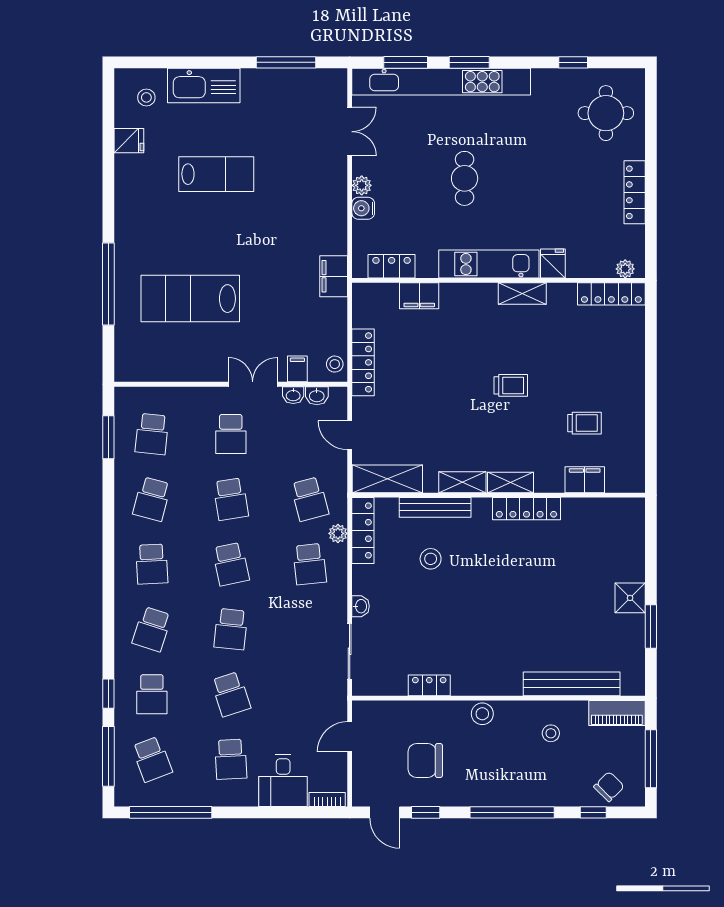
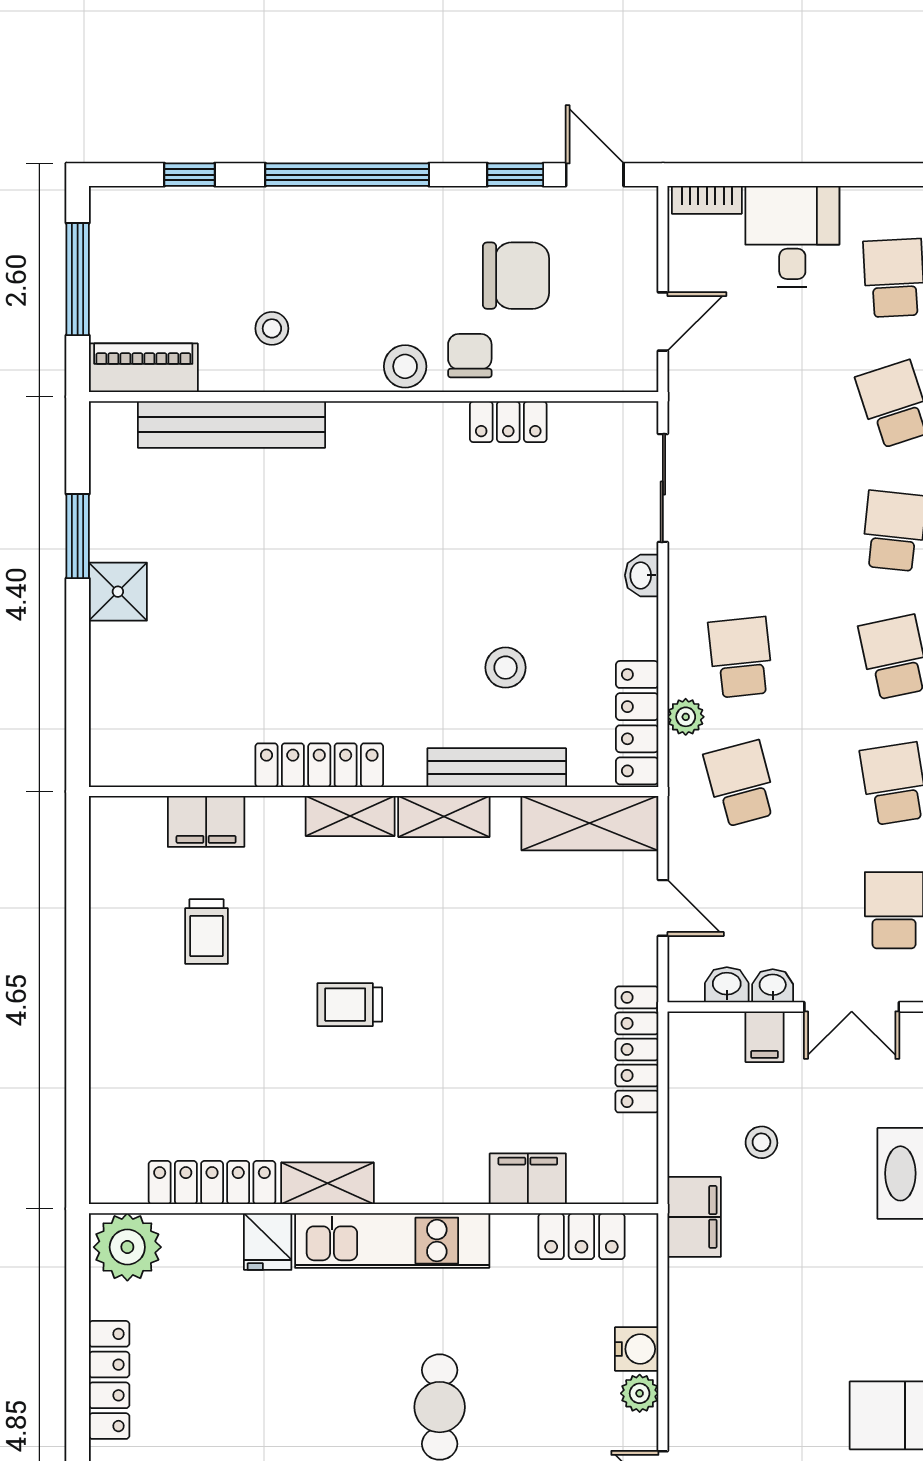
plant: (625, 269) -> (127, 1247), width x1.88, depth x1.88
locker: (611, 294) -> (212, 1183), moved
stool: (335, 364) -> (761, 1142), moved
trolley: (584, 423) -> (206, 931), turned -90
chair: (609, 787) -> (470, 356), moved, turned 135

